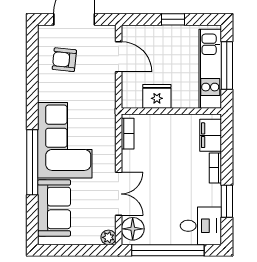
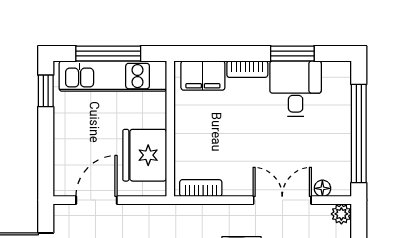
window: (173, 19) -> (46, 91), moved
fridge: (157, 96) -> (145, 155), width x1.36, depth x1.34
desk: (201, 226) -> (296, 89), moved
floor lamp: (133, 229) -> (322, 188), width x0.53, depth x0.53

